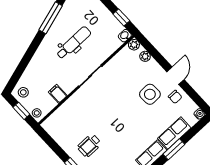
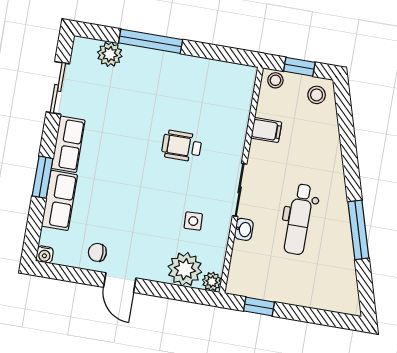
washbasin: (125, 36) -> (244, 229), moved
plant: (145, 56) -> (185, 269), width x1.88, depth x1.88
side table: (150, 94) -> (193, 221), moved, width x0.54, depth x0.54
wheelchair: (89, 145) -> (182, 146), moved, turned -90

